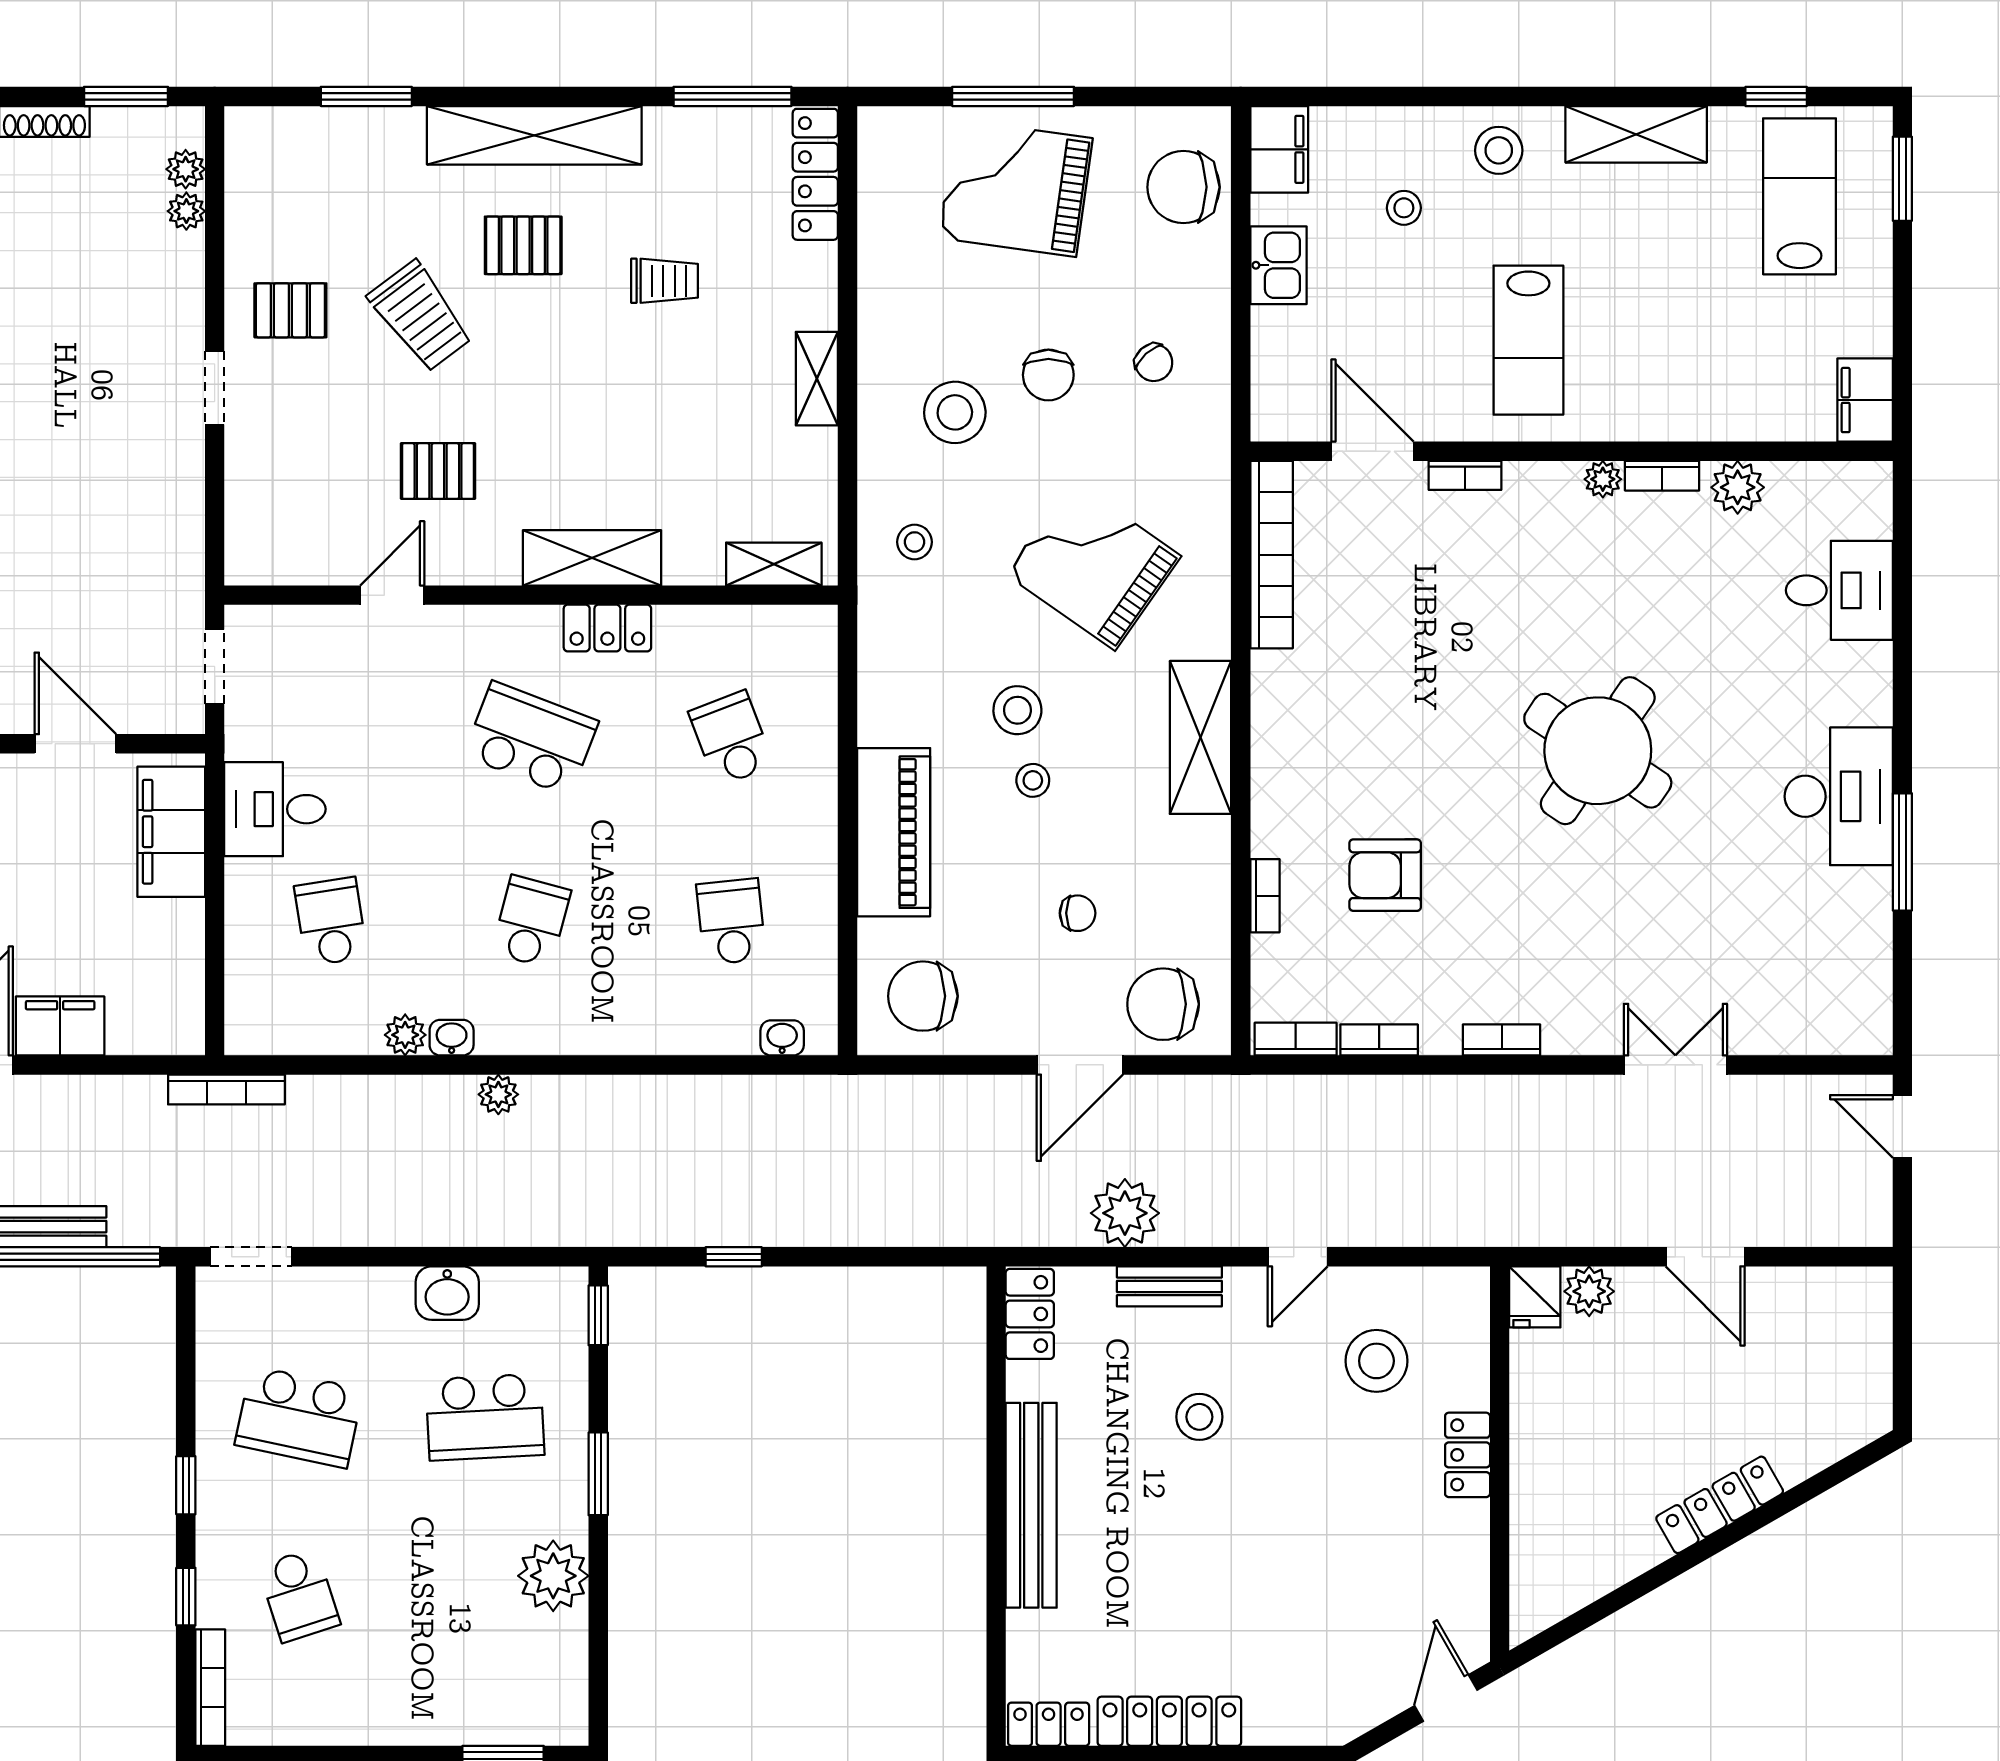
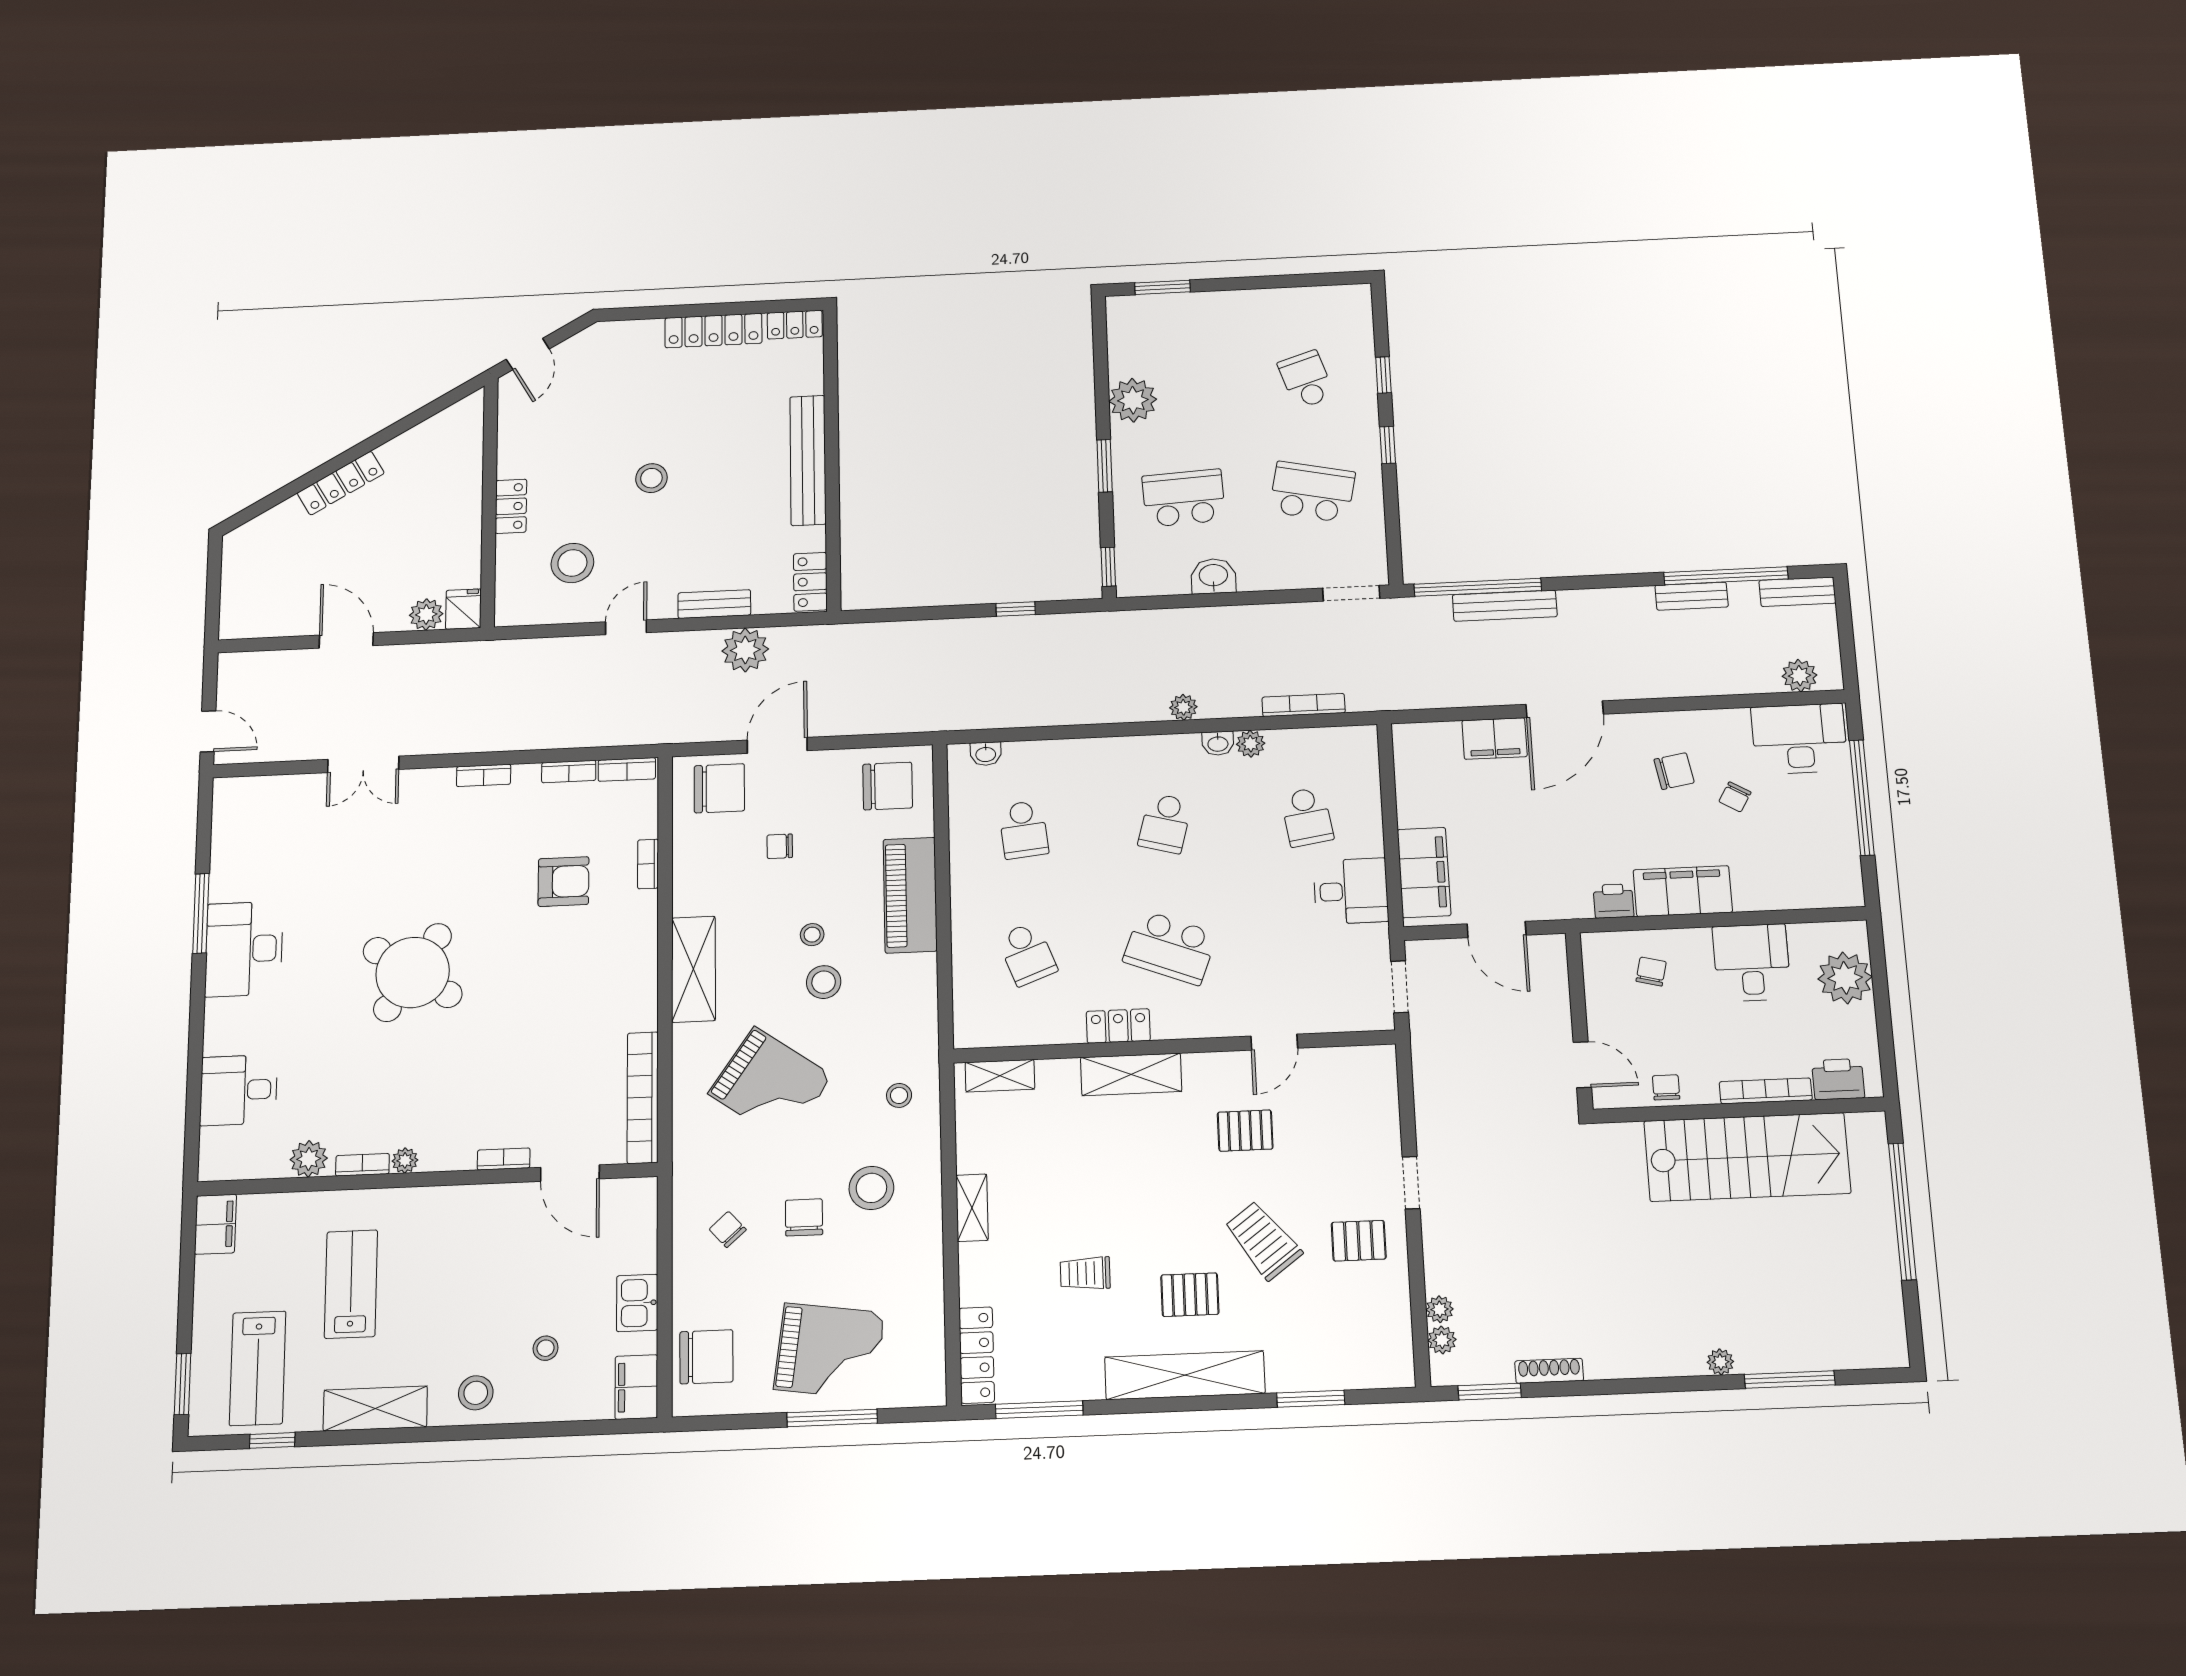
lab bench: (1528, 340) -> (351, 1284), moved
bookcase: (226, 1090) -> (1304, 705), moved
stool: (1199, 1417) -> (651, 478), moved
bookcase: (210, 1688) -> (1363, 319), removed

